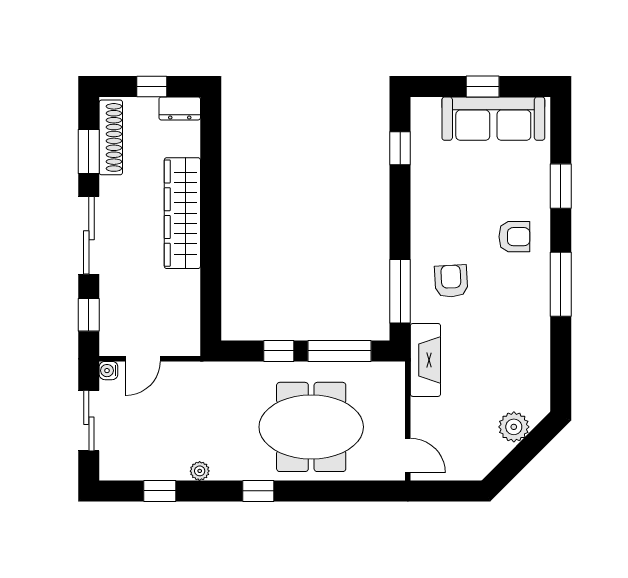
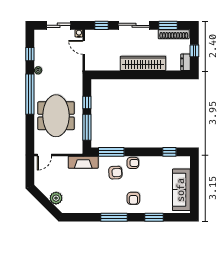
window: (483, 86) -> (194, 185), removed
armchair: (427, 238) -> (133, 163), added
window: (258, 491) -> (30, 94), width x3.17

